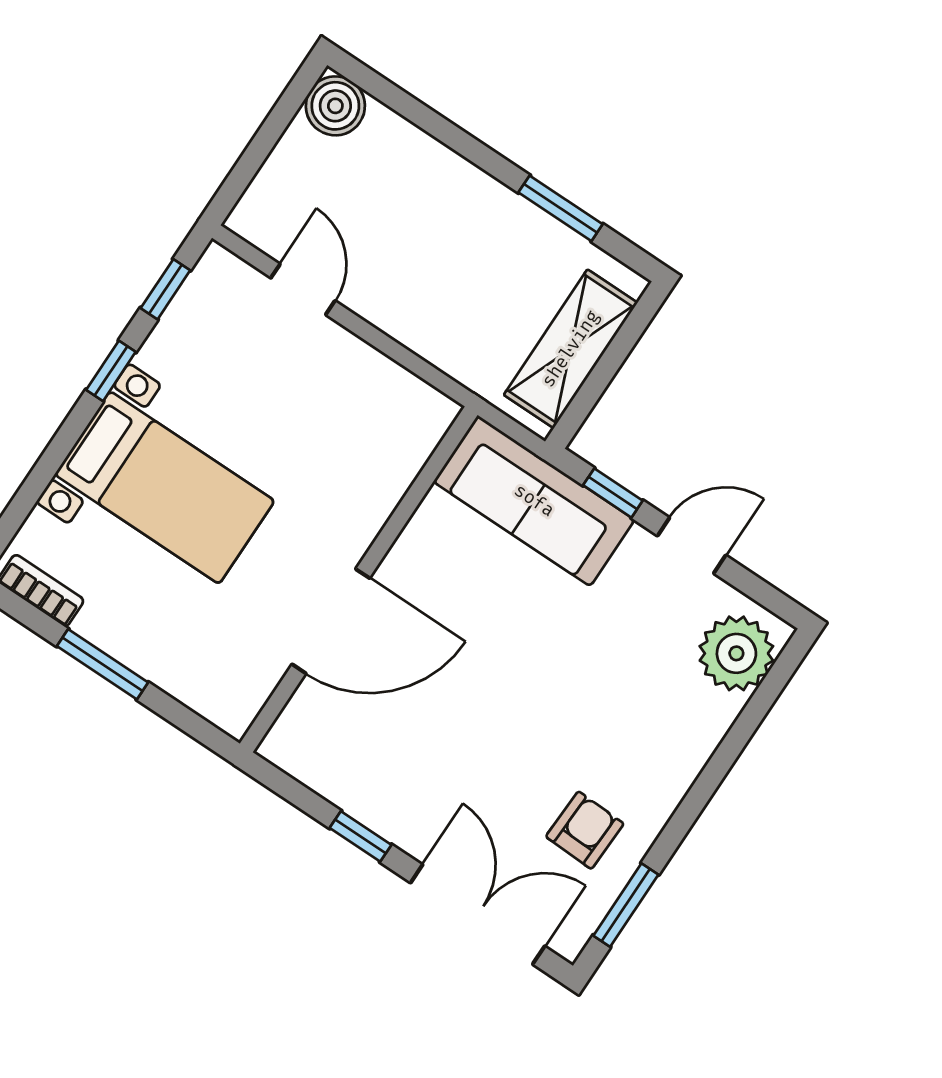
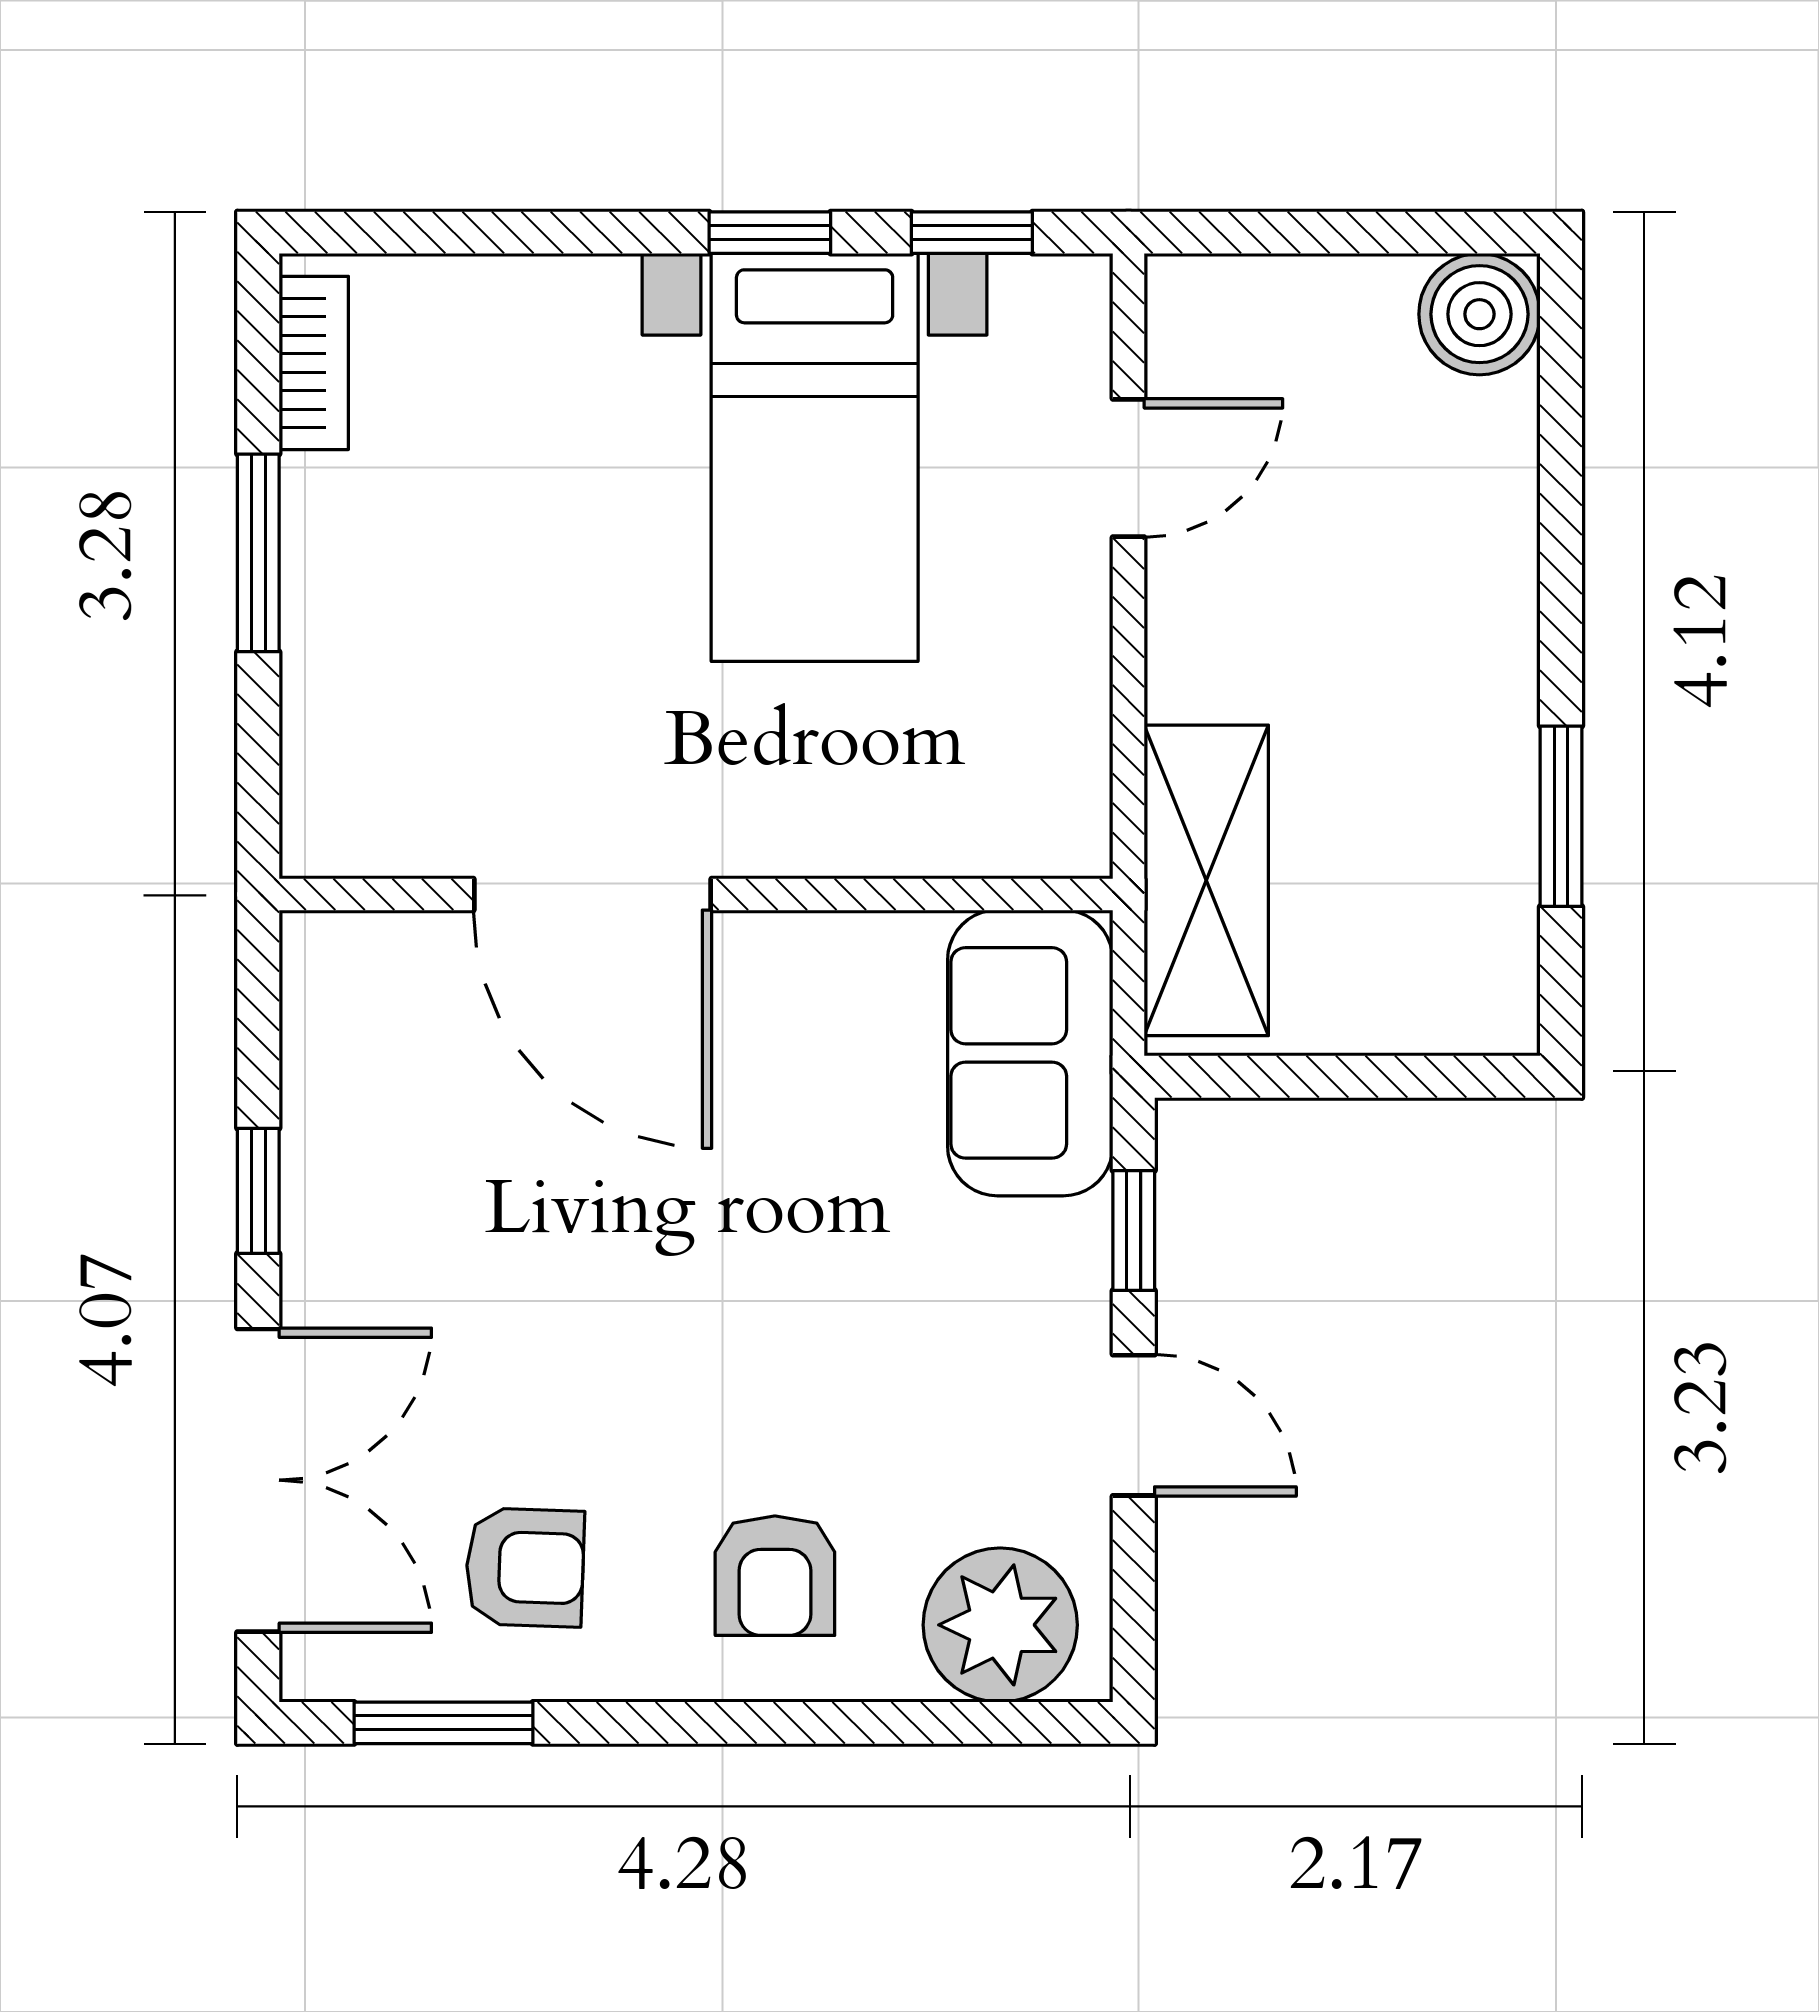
shelving: (571, 349) -> (1206, 880), moved, turned 90
bed with nightstands: (165, 488) -> (815, 457), moved
sofa: (534, 501) -> (1030, 1053), width x0.73
armchair: (656, 731) -> (775, 1576), added

